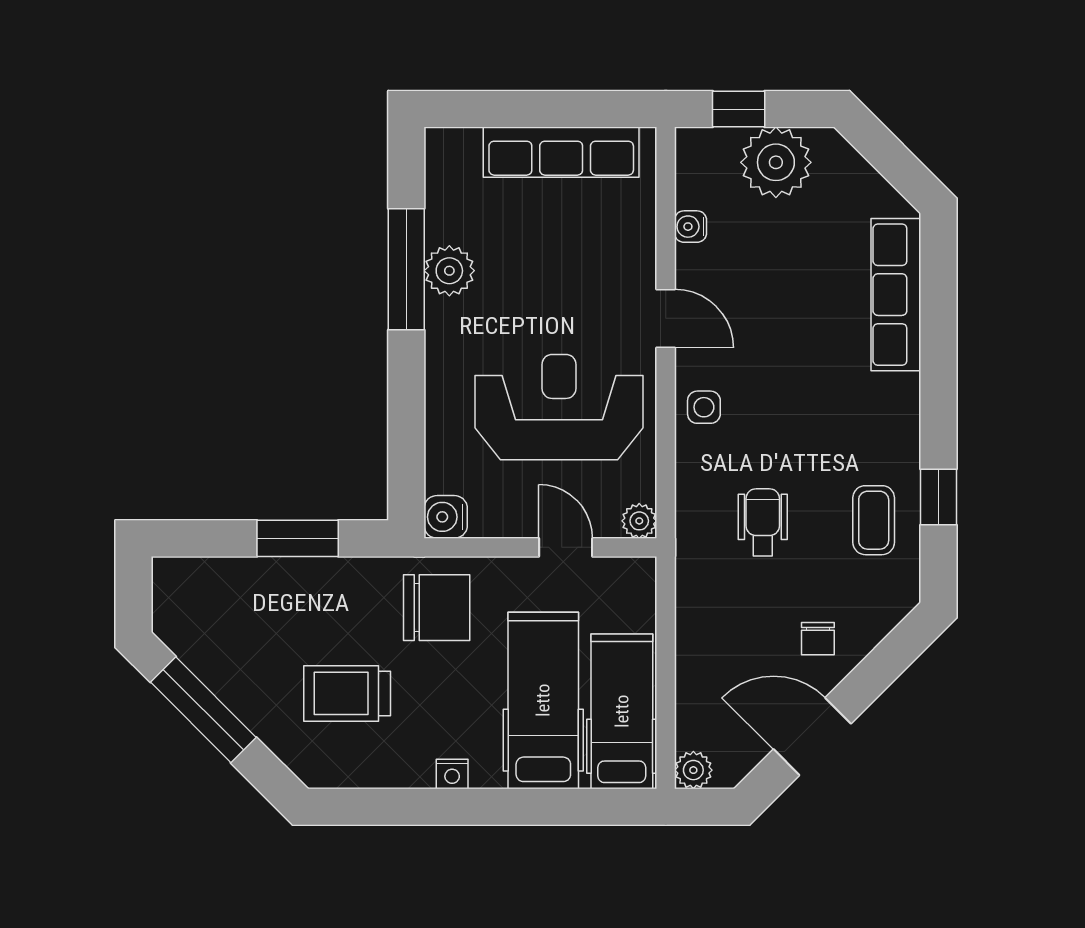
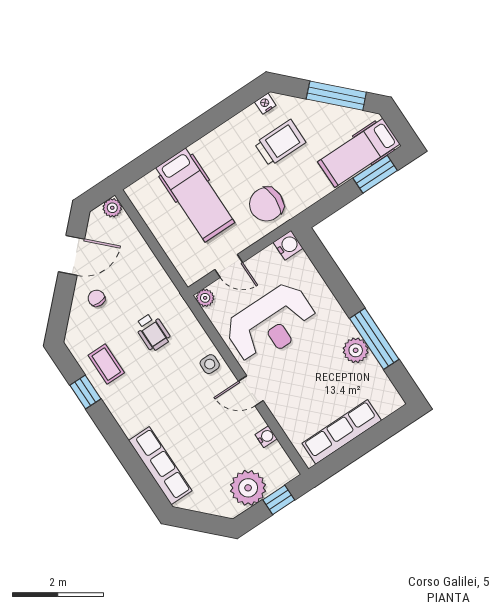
window: (298, 538) -> (375, 174), moved
hospital bed: (622, 711) -> (359, 153), moved, turned 90
nightstand: (452, 774) -> (265, 104), moved

